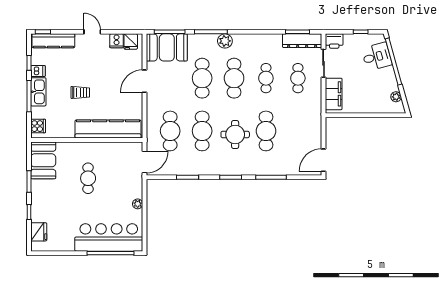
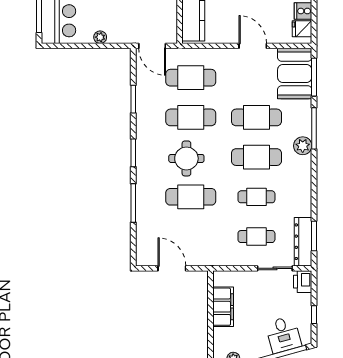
filing cabinet: (334, 94) -> (223, 307), moved, turned -90
door: (324, 160) -> (172, 268), moved

